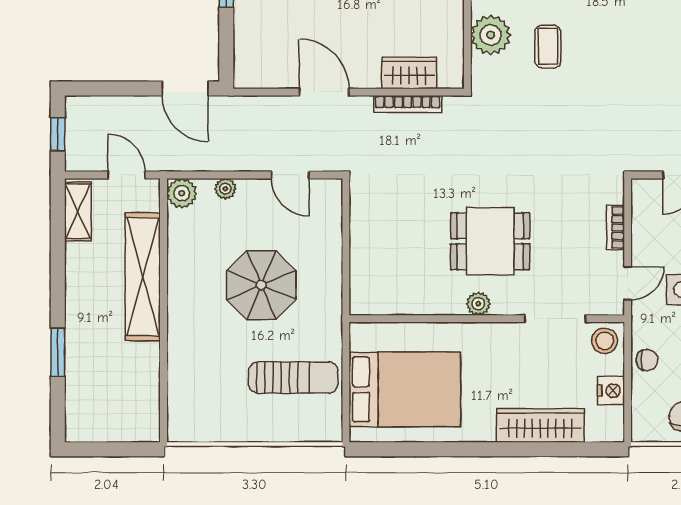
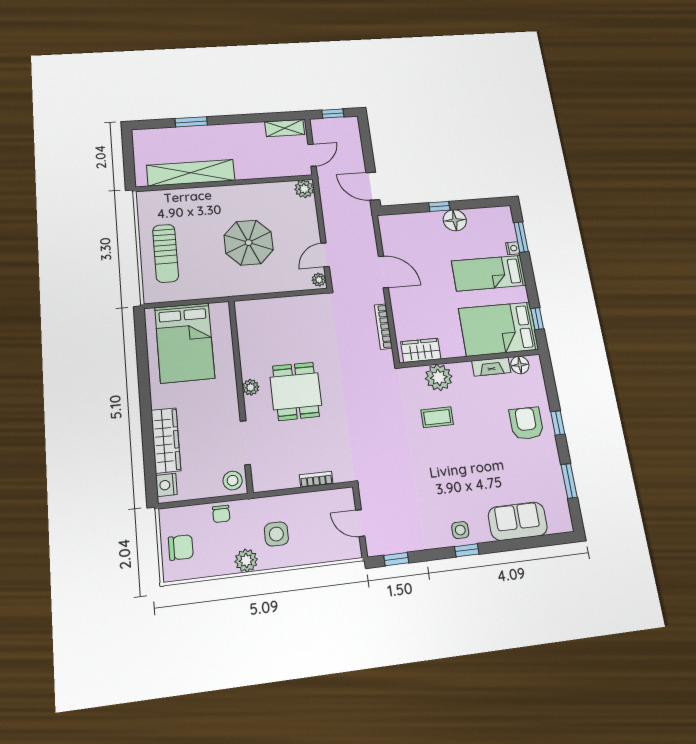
wardrobe: (409, 73) -> (421, 350), moved, turned -90
door: (185, 89) -> (373, 186), hinge flipped
door: (324, 92) -> (383, 272), hinge flipped
plant: (225, 189) -> (319, 280), moved
shelving: (143, 277) -> (191, 173), moved
door: (628, 283) -> (277, 493), removed
sun lounger: (293, 378) -> (166, 253), moved
nightstand: (611, 391) -> (166, 485), moved, turned 90

